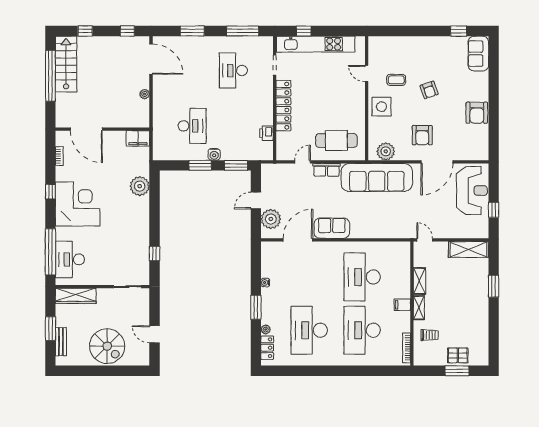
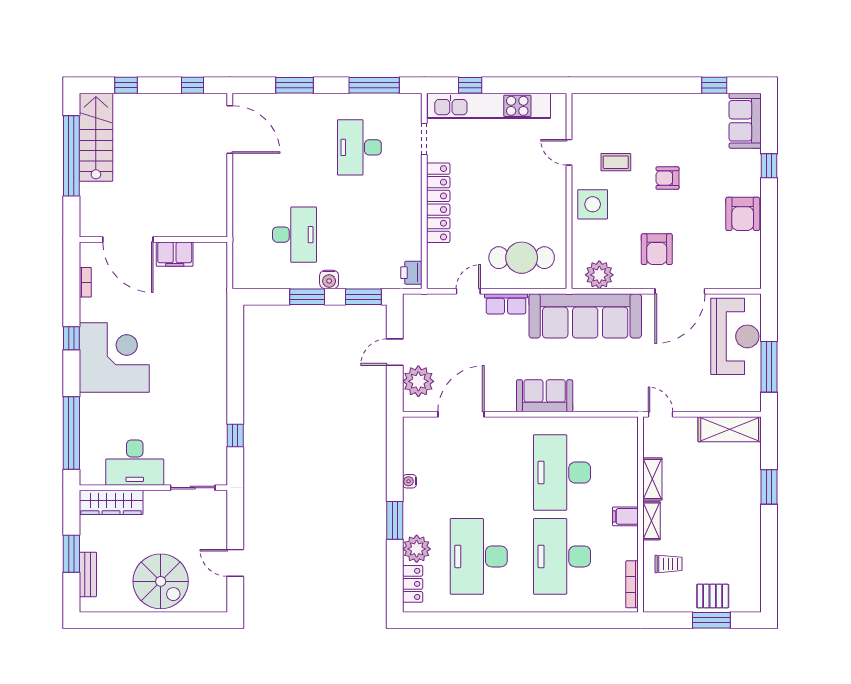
window: (494, 82) -> (769, 166), added
armchair: (429, 90) -> (668, 178), turned 109
plant: (145, 94) -> (220, 185), removed
printer: (266, 133) -> (411, 273), moved
filing cabinet: (138, 138) -> (175, 254), moved
plant: (140, 186) -> (212, 330), removed
window: (494, 210) -> (769, 367), width x2.17
sofa: (332, 228) -> (545, 396), moved
desk: (70, 259) -> (135, 463), moved, turned -90
plant: (266, 330) -> (417, 549), width x1.87, depth x1.87

